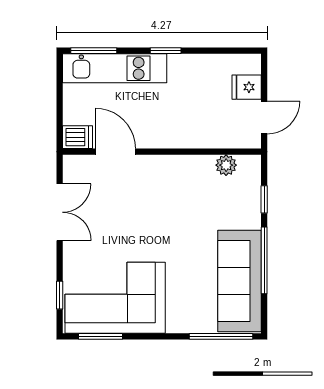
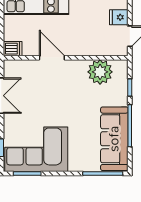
door: (115, 152) -> (52, 58), moved
plant: (226, 165) -> (100, 72), width x1.87, depth x1.87

